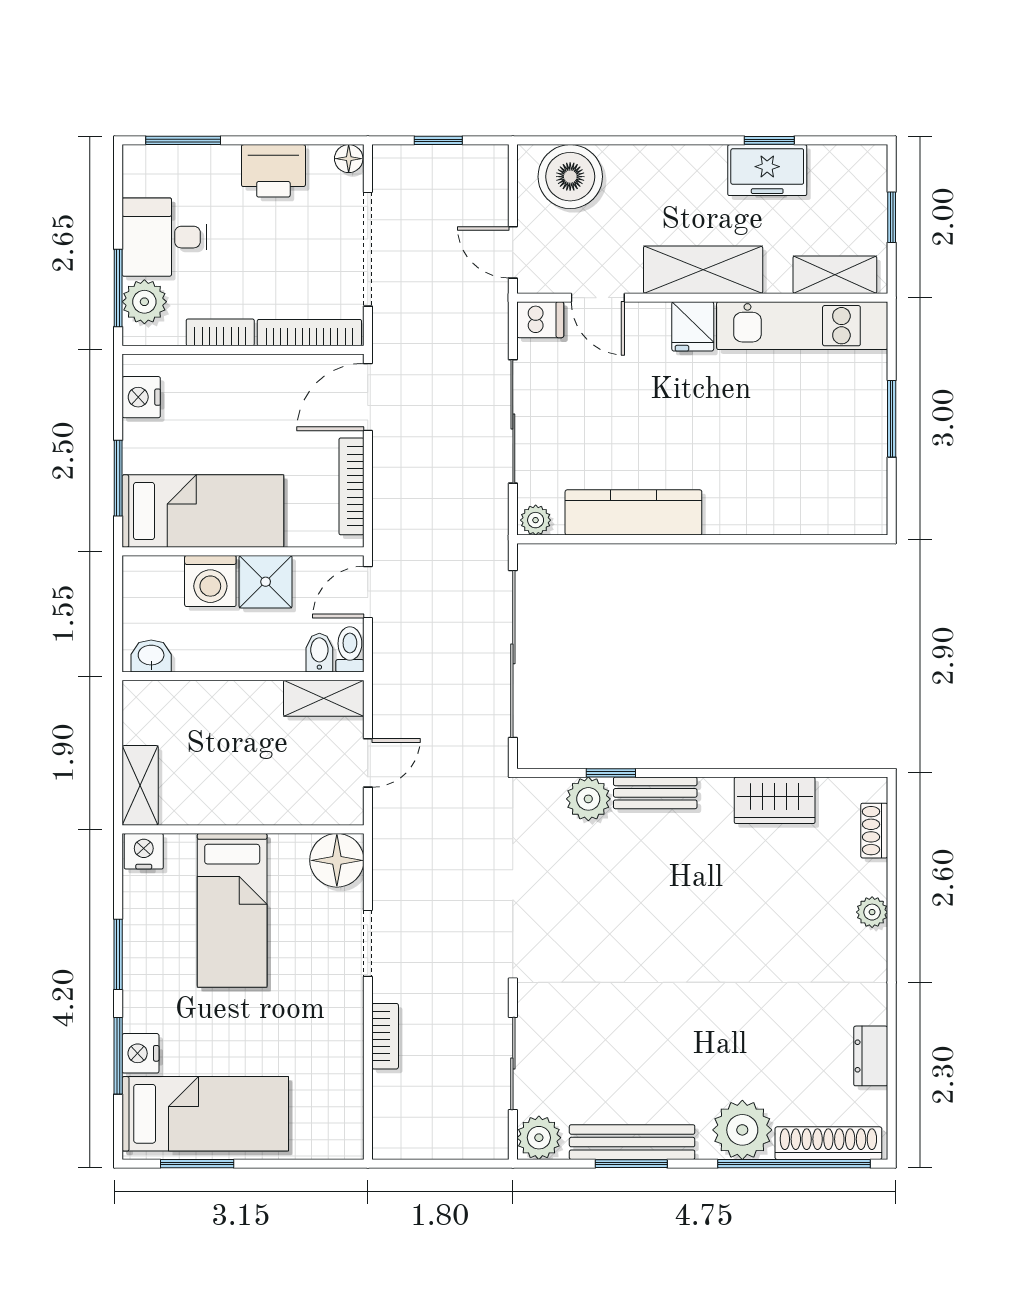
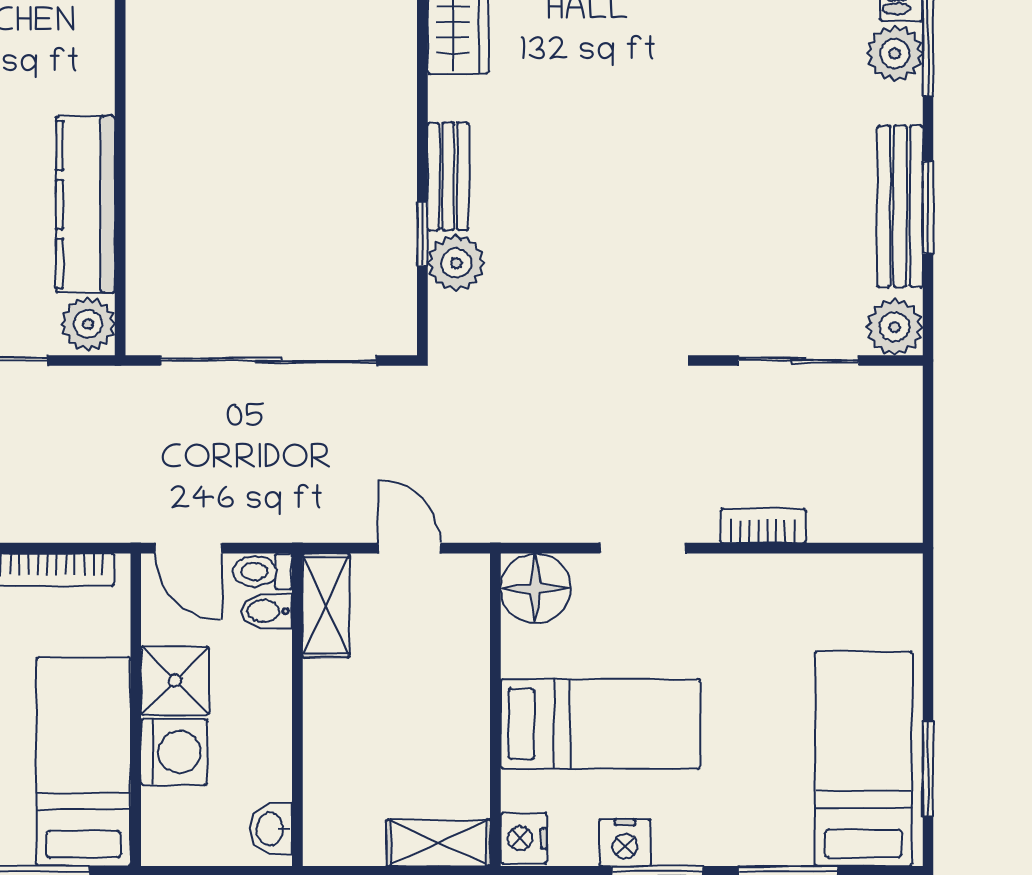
plant: (536, 520) -> (88, 324), width x1.38, depth x1.38
nightstand: (141, 1053) -> (625, 842), moved
plant: (742, 1130) -> (895, 54), width x0.73, depth x0.73

